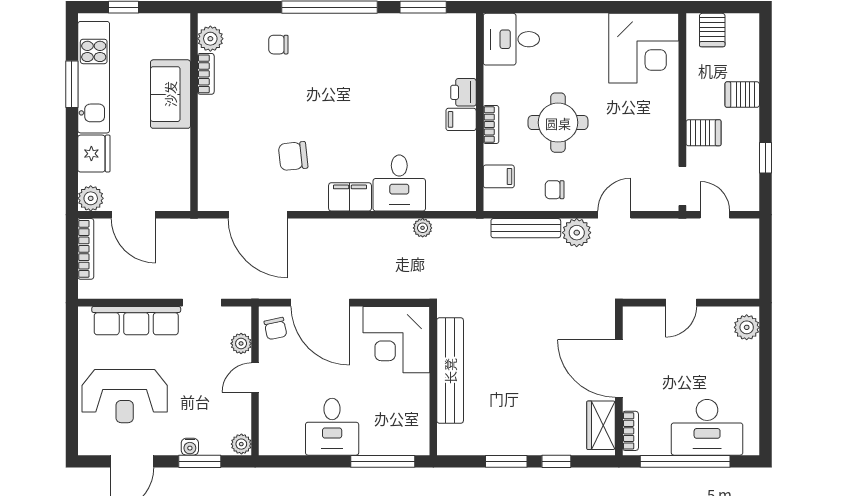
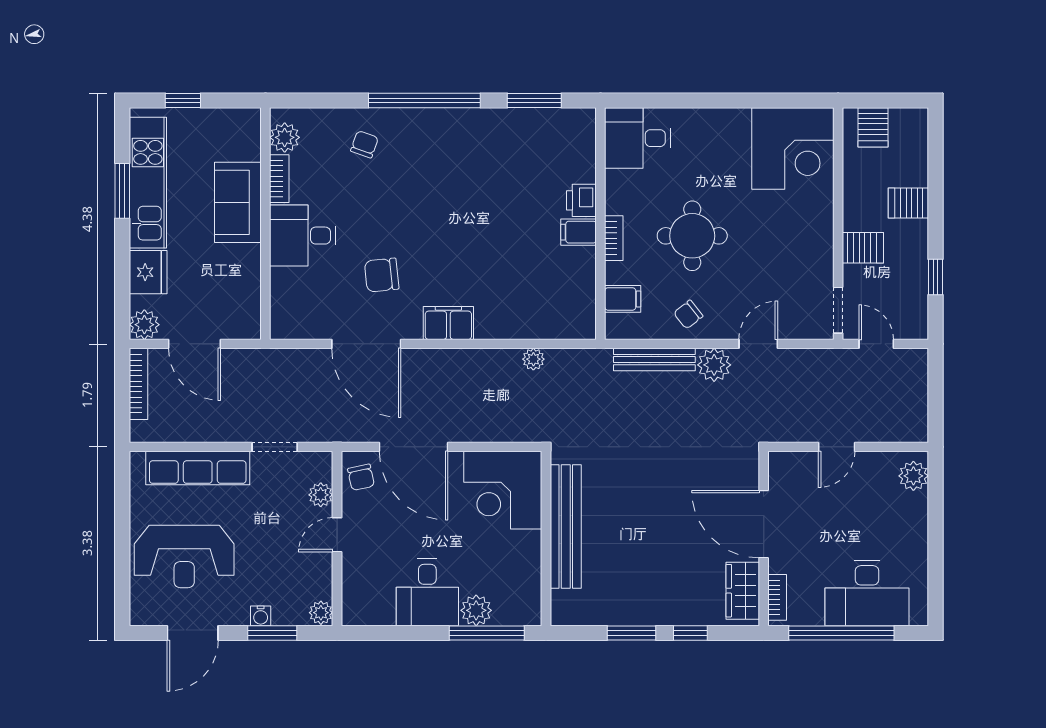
chair: (278, 45) -> (364, 144), turned 109
desk: (399, 183) -> (303, 236), moved, turned 90
chair: (555, 190) -> (688, 314), turned -38
door: (258, 215) -> (366, 344), moved
plant: (374, 442) -> (476, 610), added

